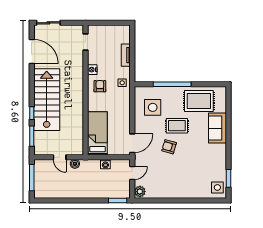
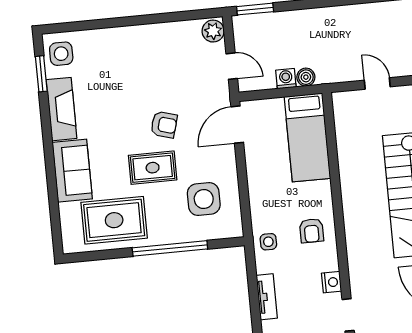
nightstand: (92, 70) -> (332, 282), moved
fireplace: (220, 160) -> (62, 109), added
boiler: (75, 164) -> (306, 77), moved
door: (132, 173) -> (232, 66), swing flipped

